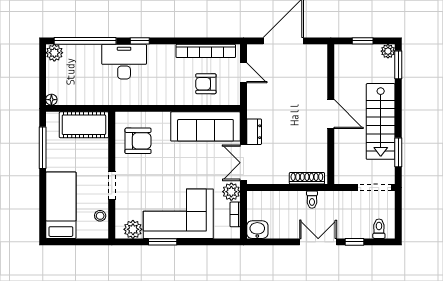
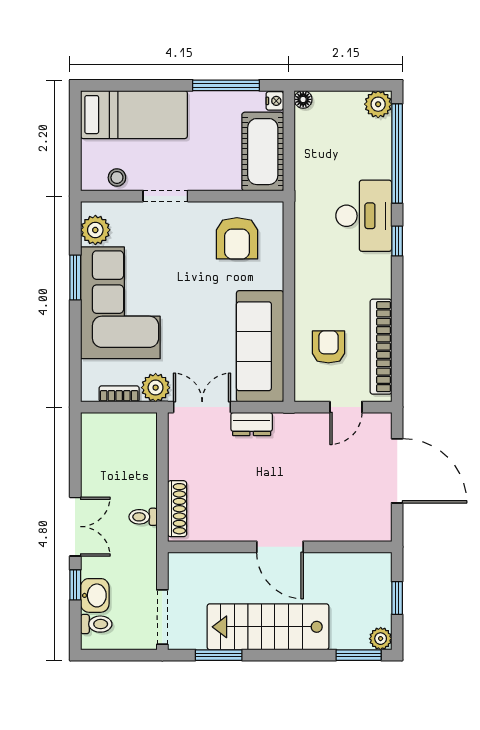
door: (331, 114) -> (280, 547), hinge flipped
nightstand: (52, 117) -> (275, 101), added
washbasin: (257, 230) -> (95, 595), moved

